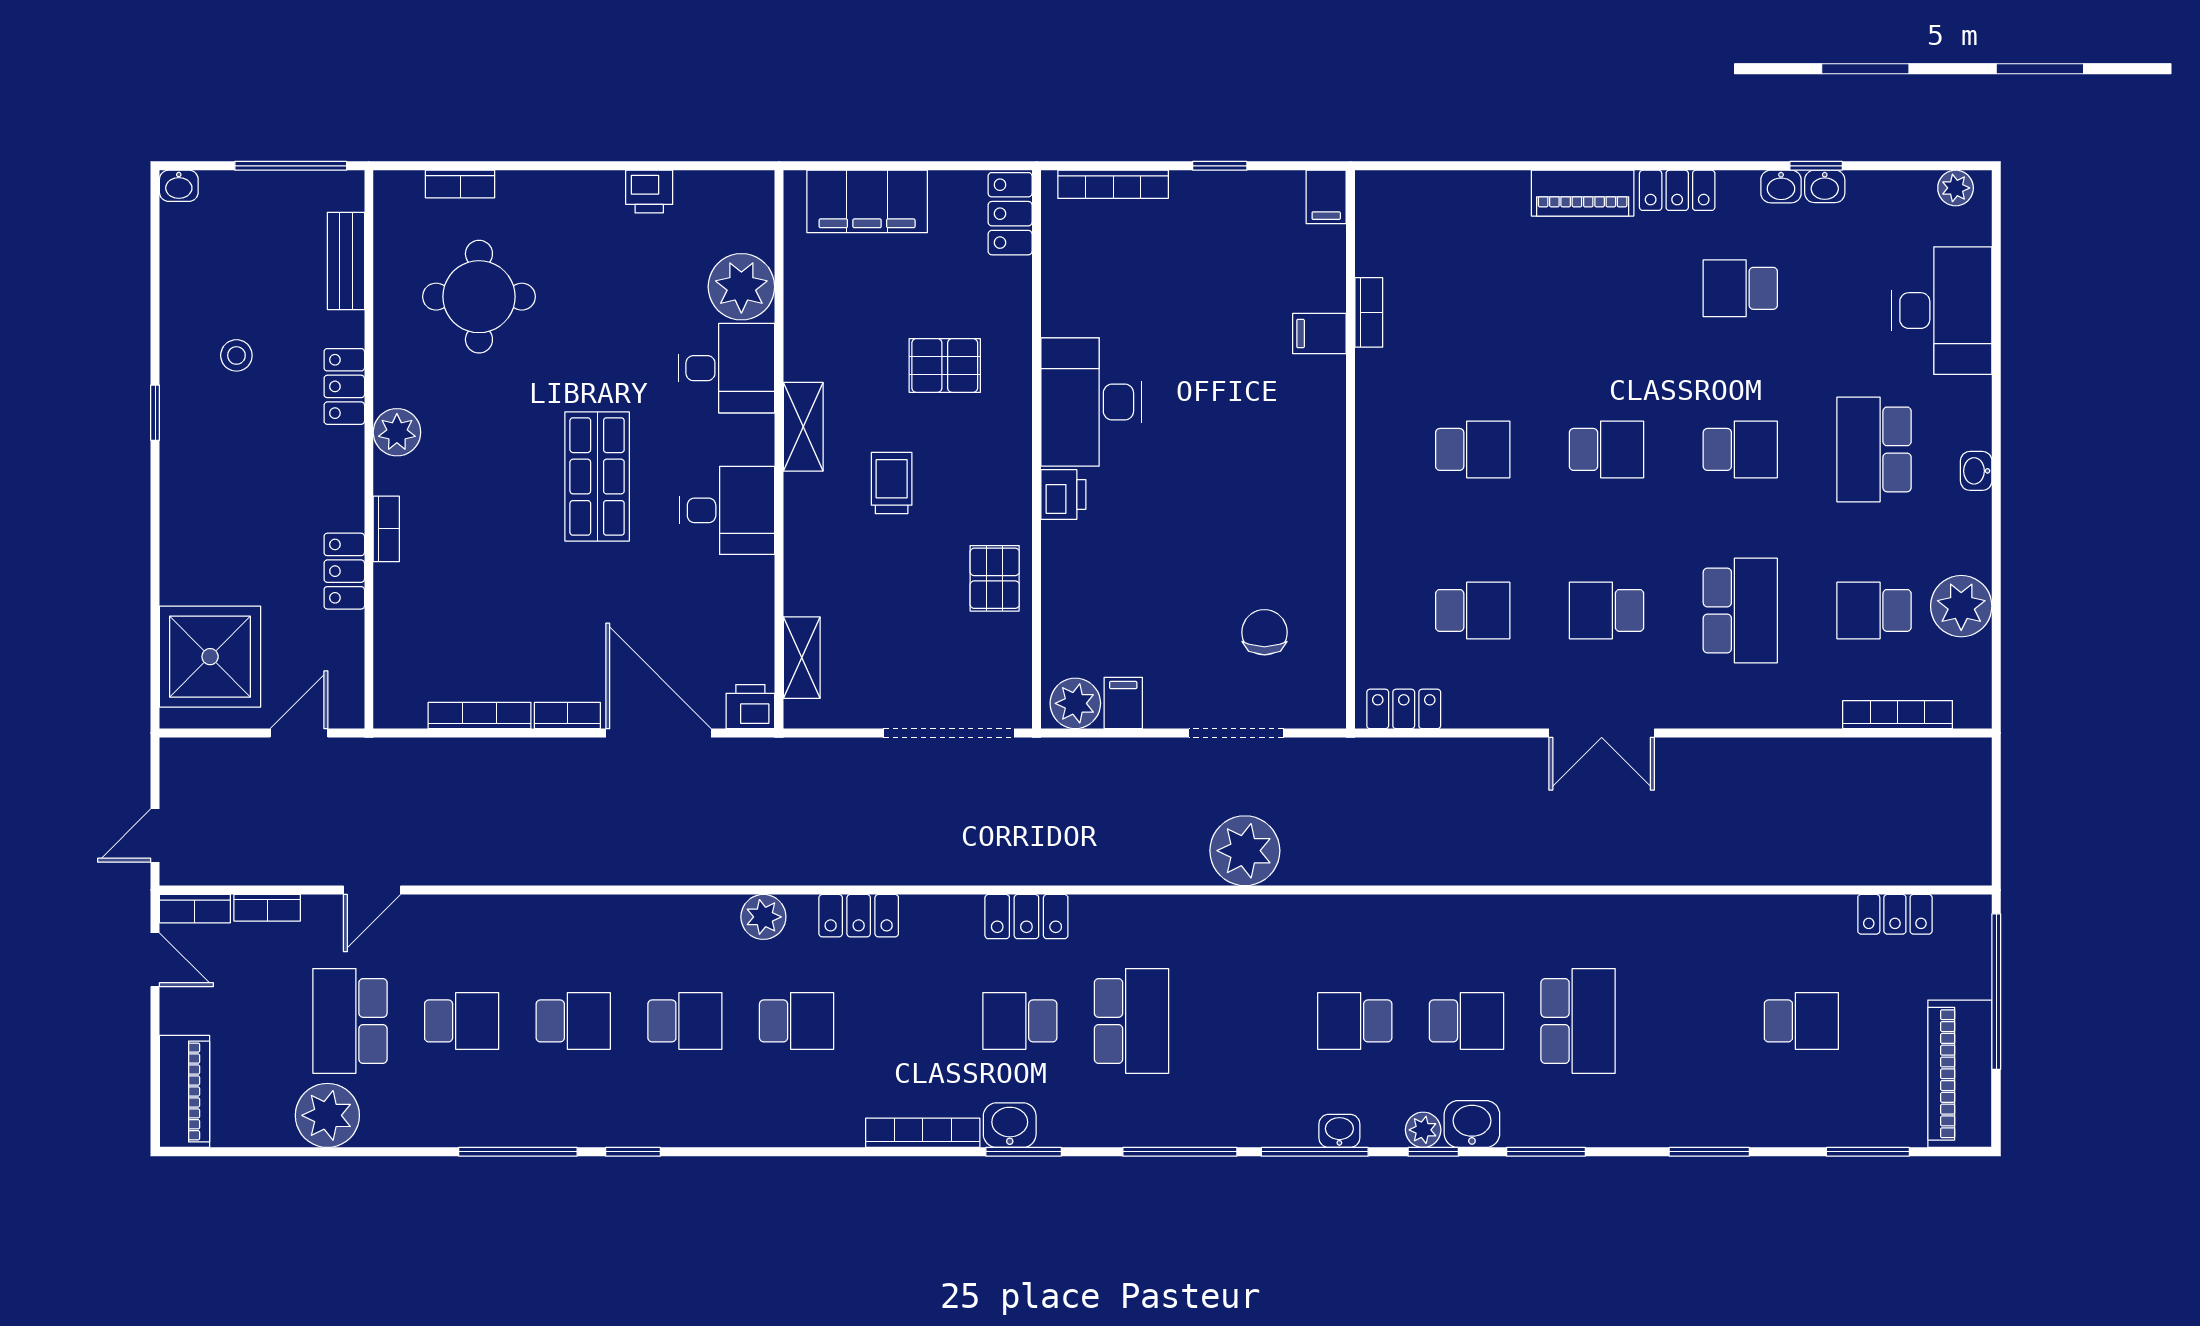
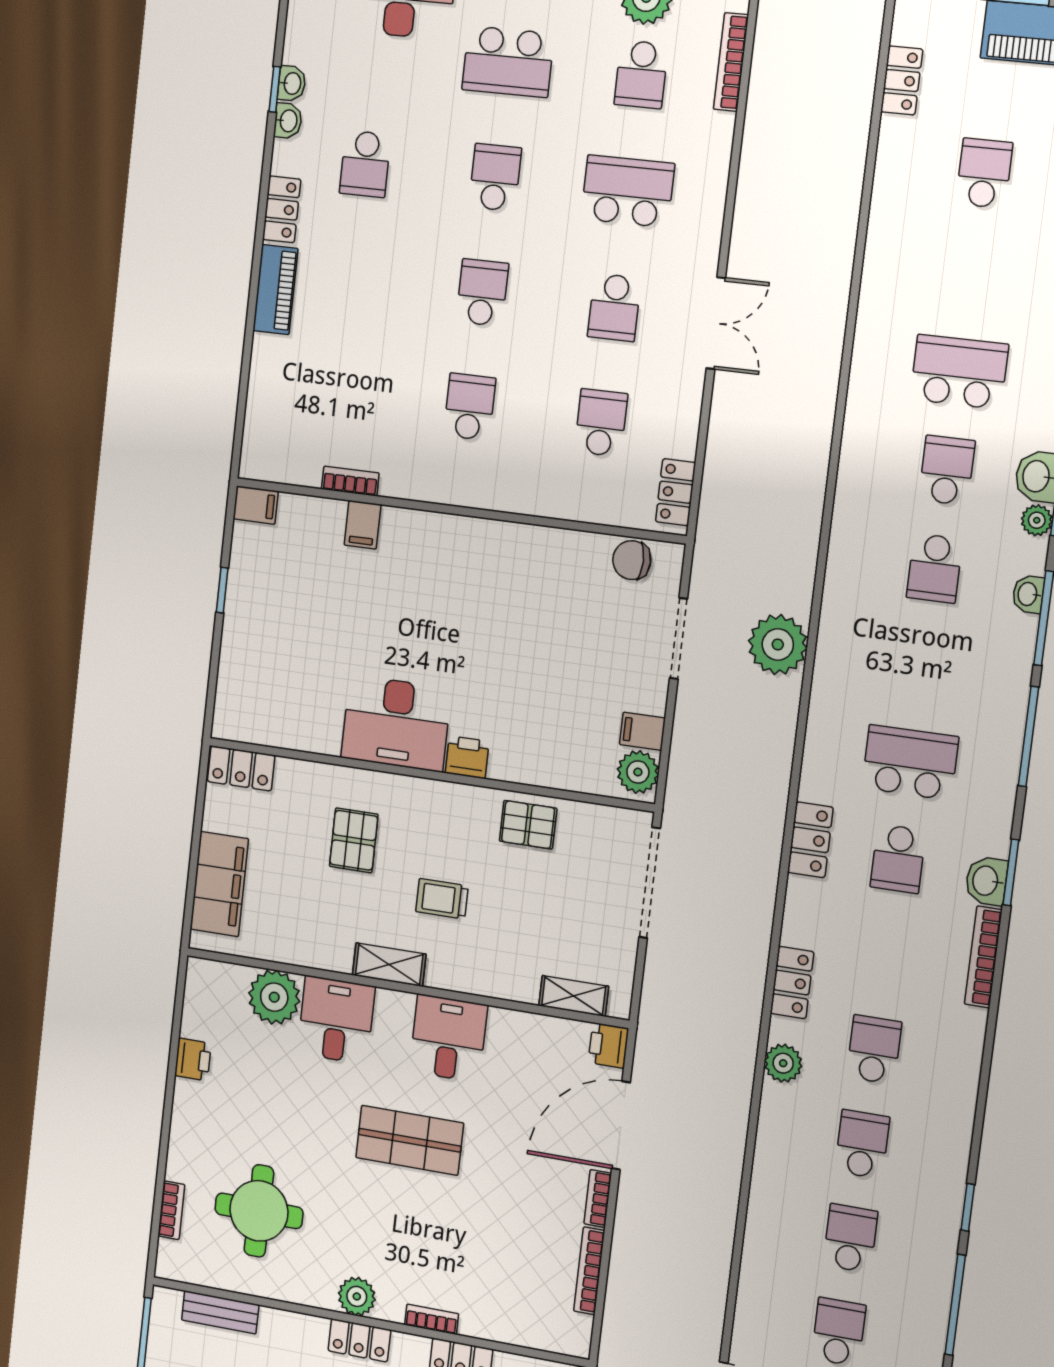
bookcase: (1113, 184) -> (227, 680), removed
locker: (344, 386) -> (359, 1340), moved
chair: (1264, 632) -> (632, 560), moved

